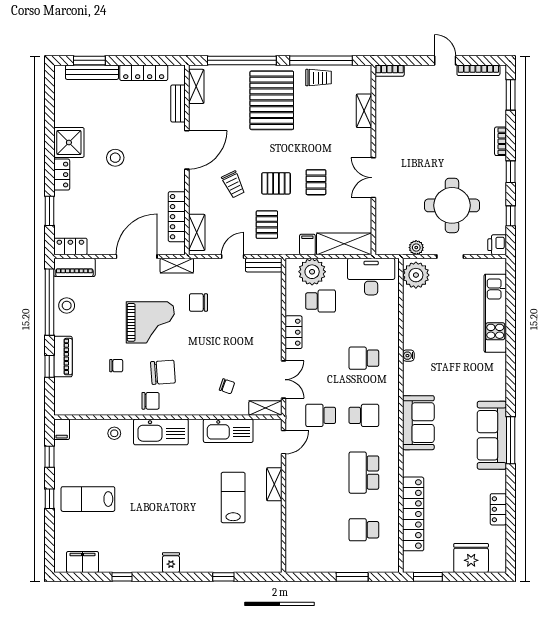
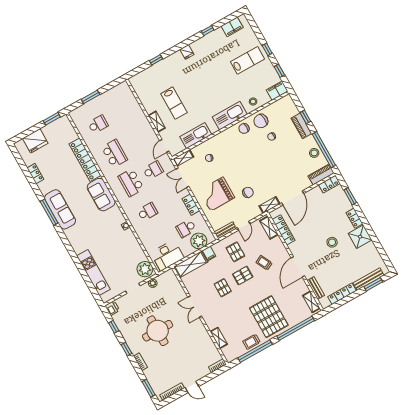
double door: (373, 178) -> (195, 307), swing flipped
round table: (452, 205) -> (158, 331), moved
grand piano: (150, 322) -> (217, 194), moved
chair: (163, 372) -> (261, 121), moved
school desk: (364, 415) -> (131, 183), width x1.85
filing cabinet: (62, 429) -> (277, 91), width x2.00
locker: (413, 514) -> (85, 160), moved

